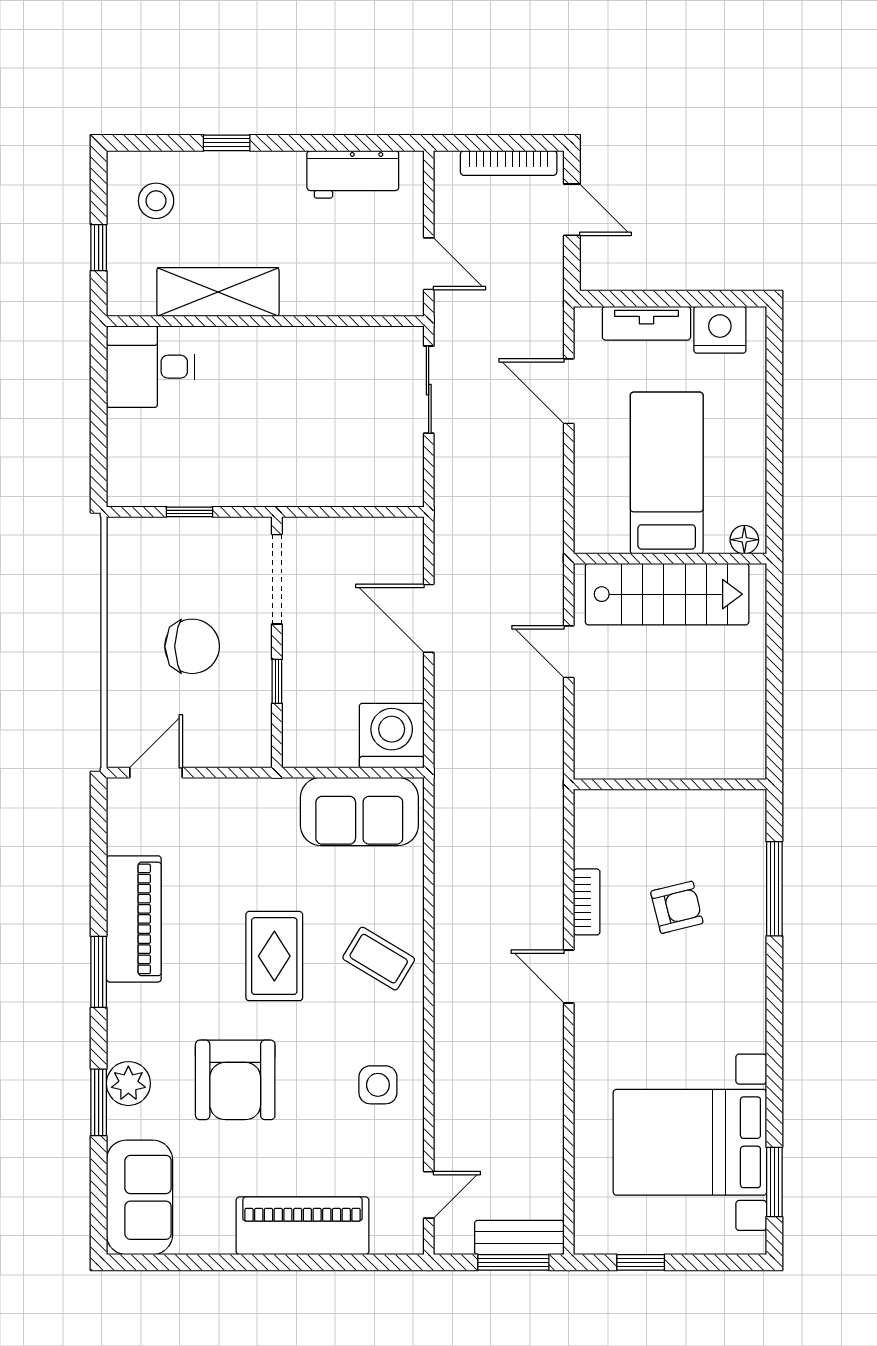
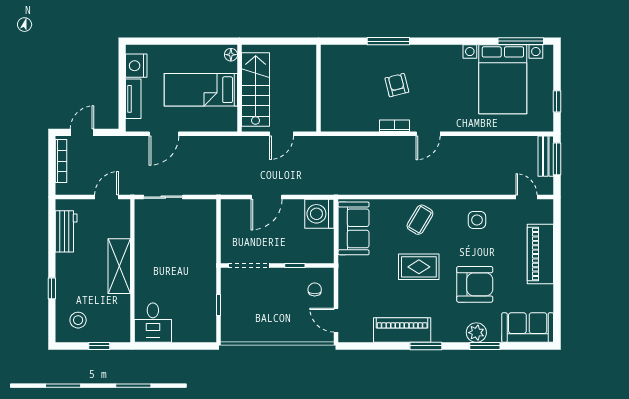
shelving: (218, 292) -> (119, 266), moved
chair: (192, 646) -> (315, 289), moved, width x0.54, depth x0.54
wall: (670, 784) -> (319, 88), moved
window: (774, 1182) -> (521, 41), width x1.44

